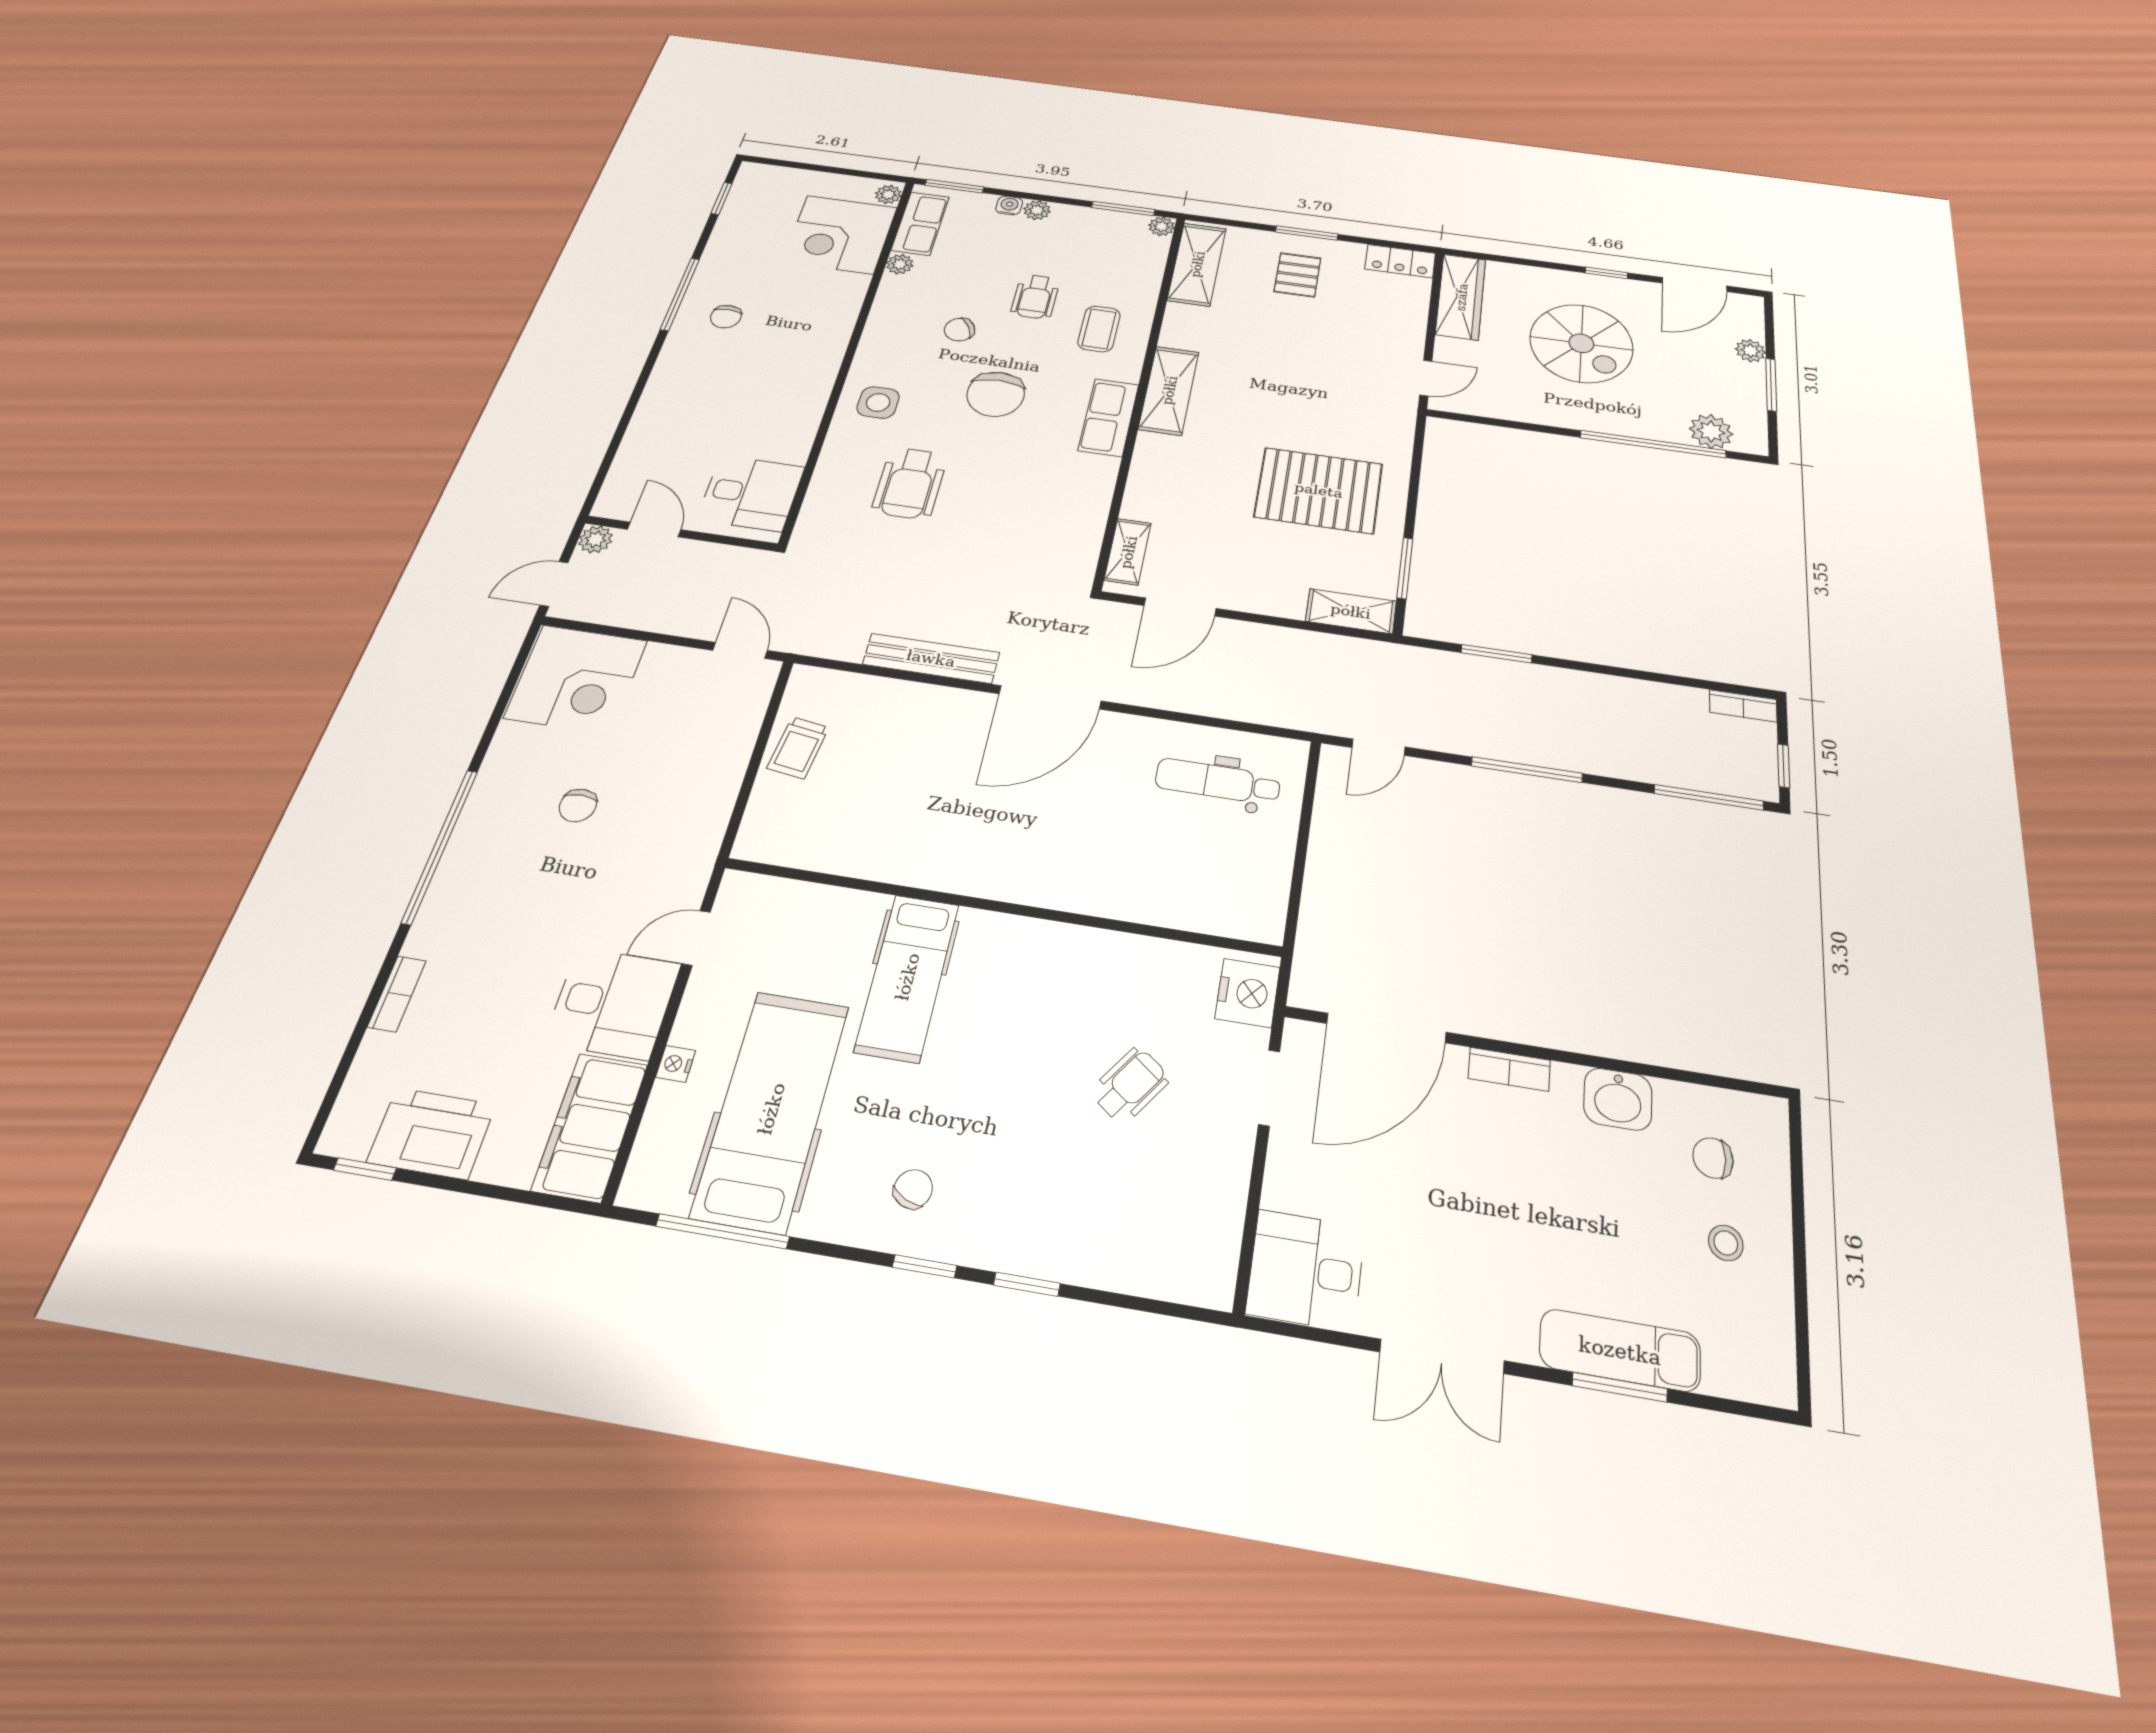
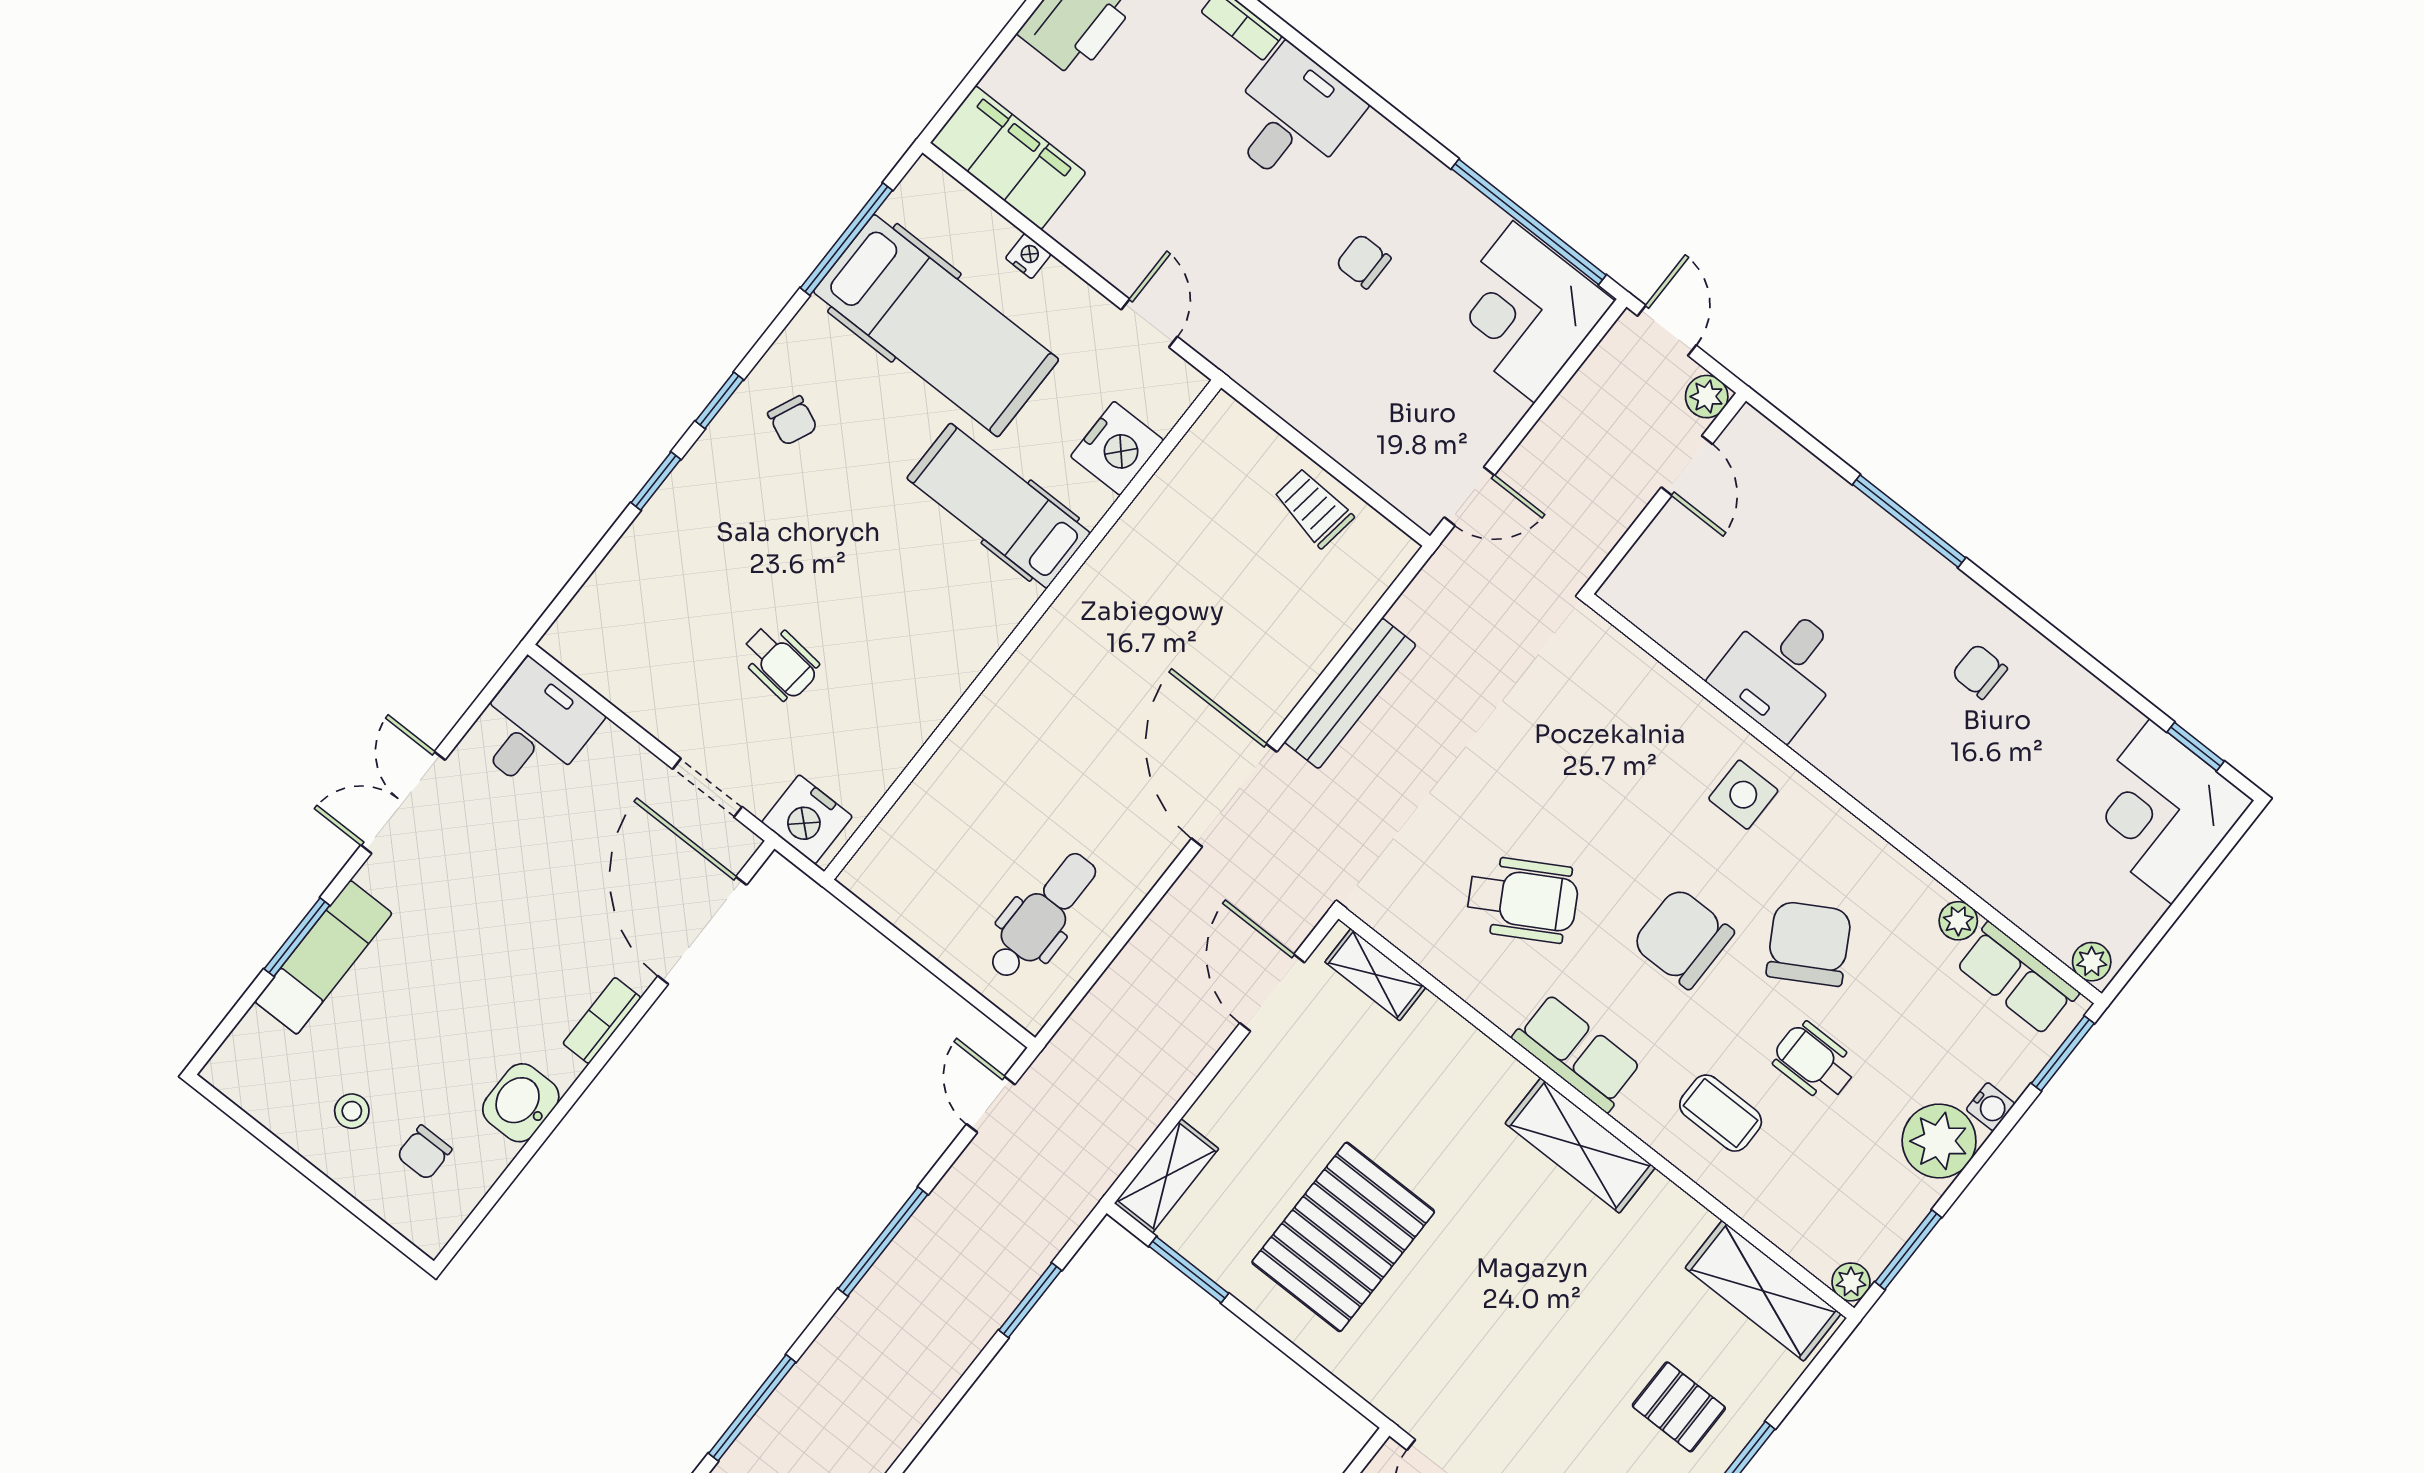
plant: (1037, 210) -> (1939, 1141), width x1.87, depth x1.87
corner desk: (840, 234) -> (2161, 811), moved, turned -90
window: (680, 294) -> (1909, 521), moved
chair: (960, 330) -> (1809, 944), width x1.87, depth x1.87
wheelchair: (910, 483) -> (1523, 899), moved, turned 150
desk: (751, 493) -> (1780, 669), moved
door: (654, 529) -> (1687, 466), hinge flipped
window: (440, 846) -> (1529, 222), moved
nightstand: (815, 910) -> (1117, 448), added
desk: (613, 1003) -> (1292, 117), moved, turned 180
wheelchair: (1130, 1085) -> (780, 662), turned -30
chair: (1713, 1158) -> (424, 1153), turned 180

